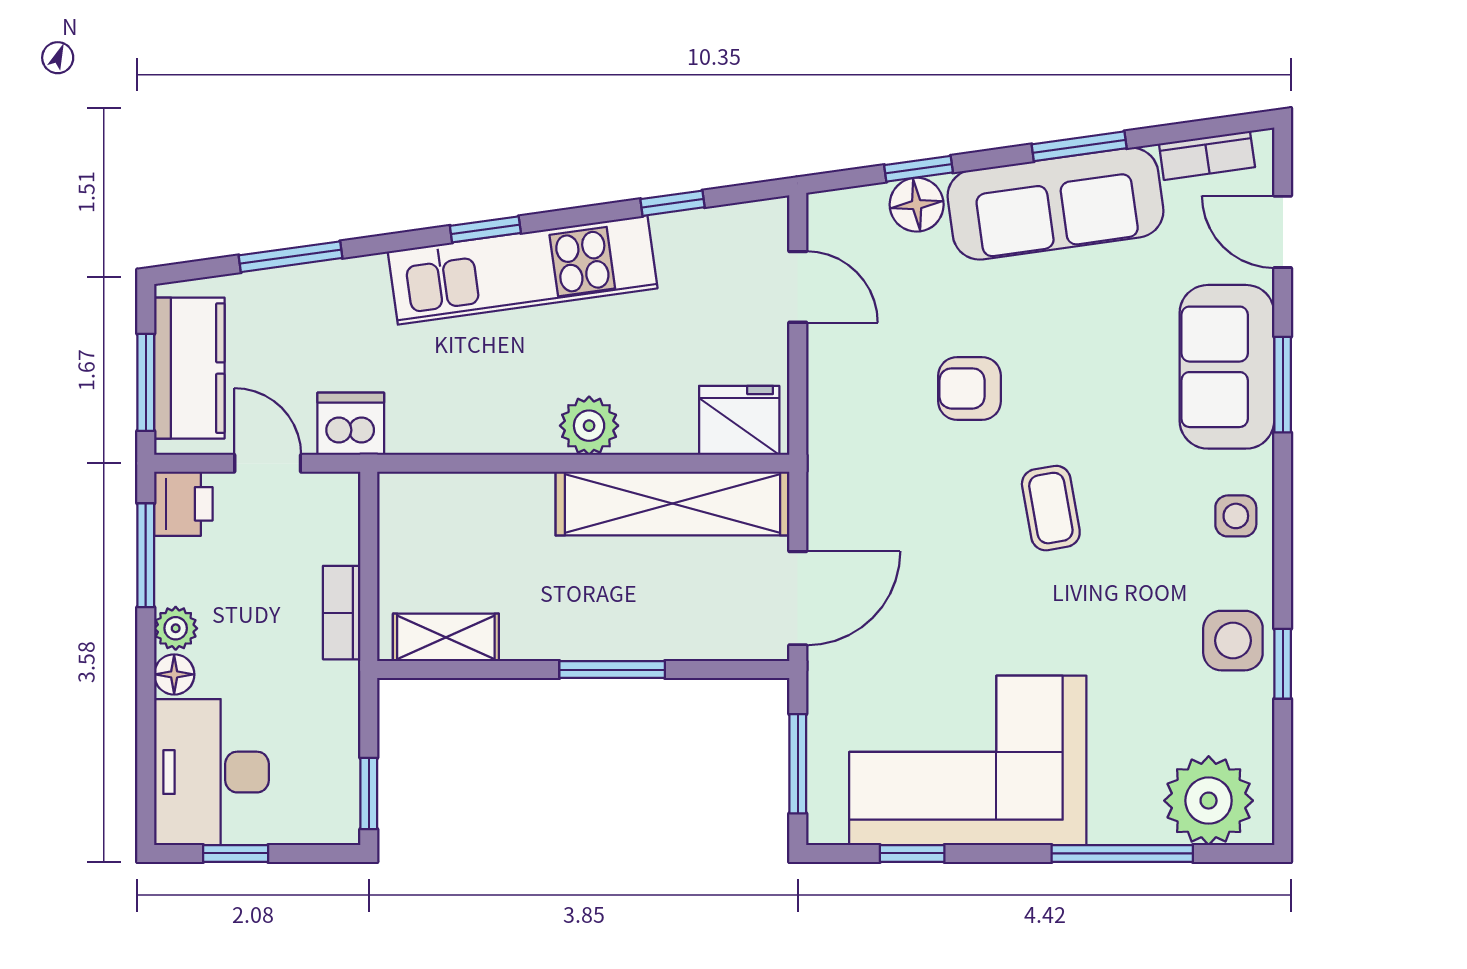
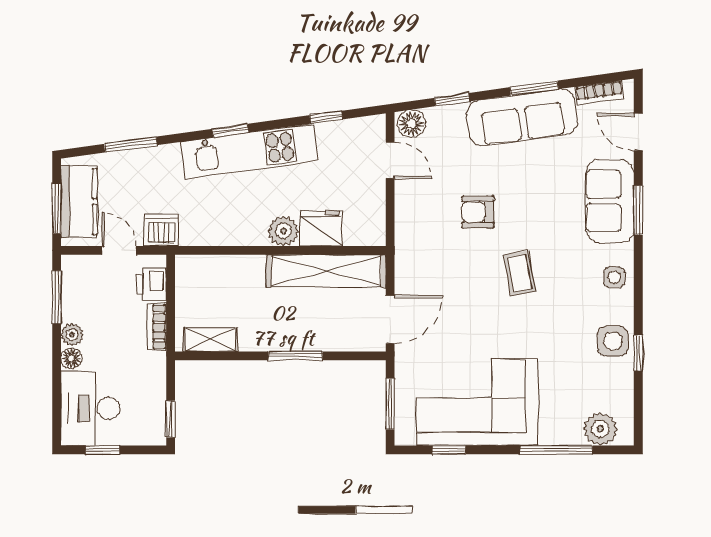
floor lamp: (917, 205) -> (412, 124), moved
fridge: (739, 420) -> (321, 228), moved
printer: (183, 504) -> (151, 284), moved, turned 180
plant: (1209, 801) -> (600, 429), width x0.73, depth x0.73

